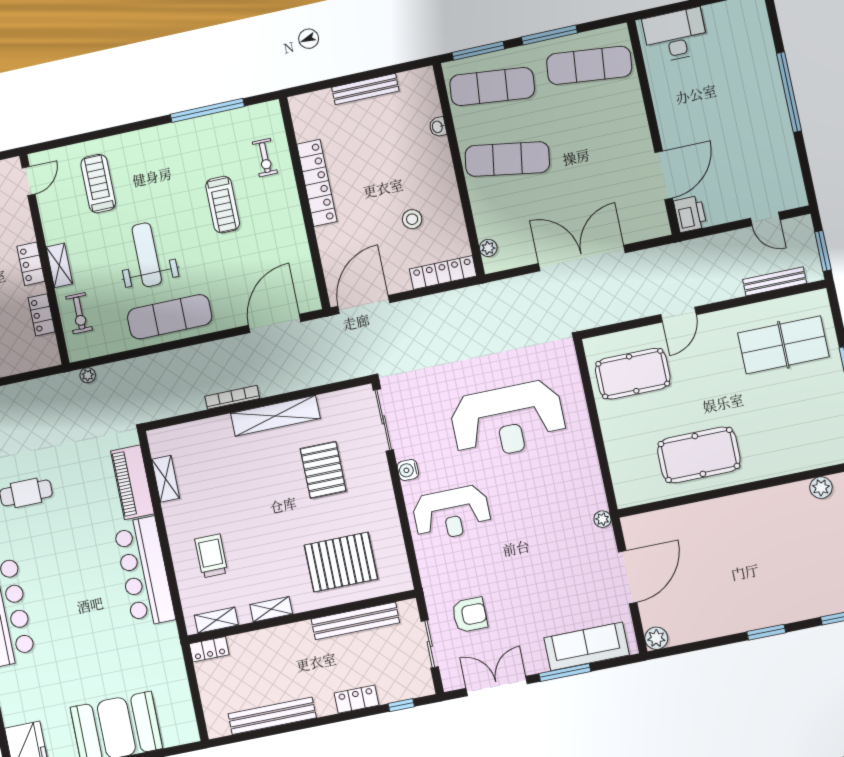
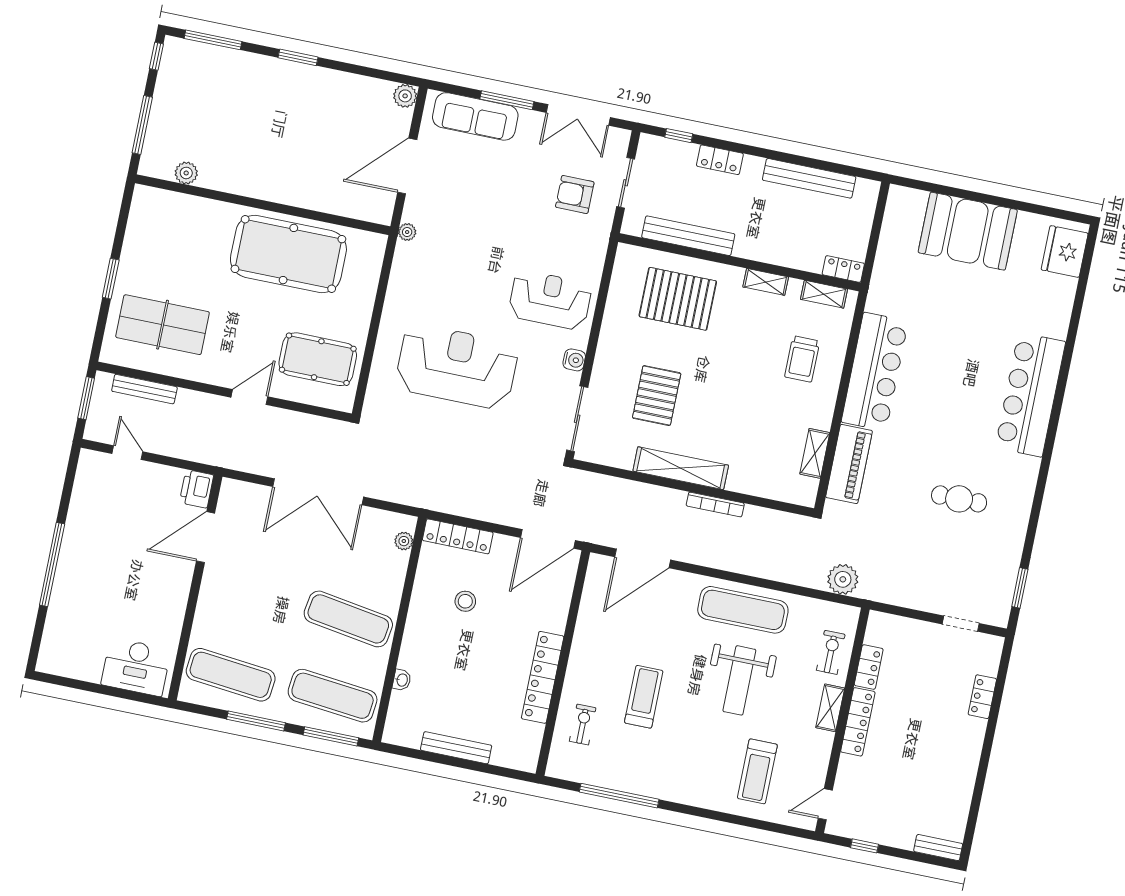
locker: (31, 264) -> (858, 722), width x1.53
plant: (88, 375) -> (843, 579), width x1.87, depth x1.87
pool table: (699, 455) -> (288, 254), width x1.36, depth x1.32

